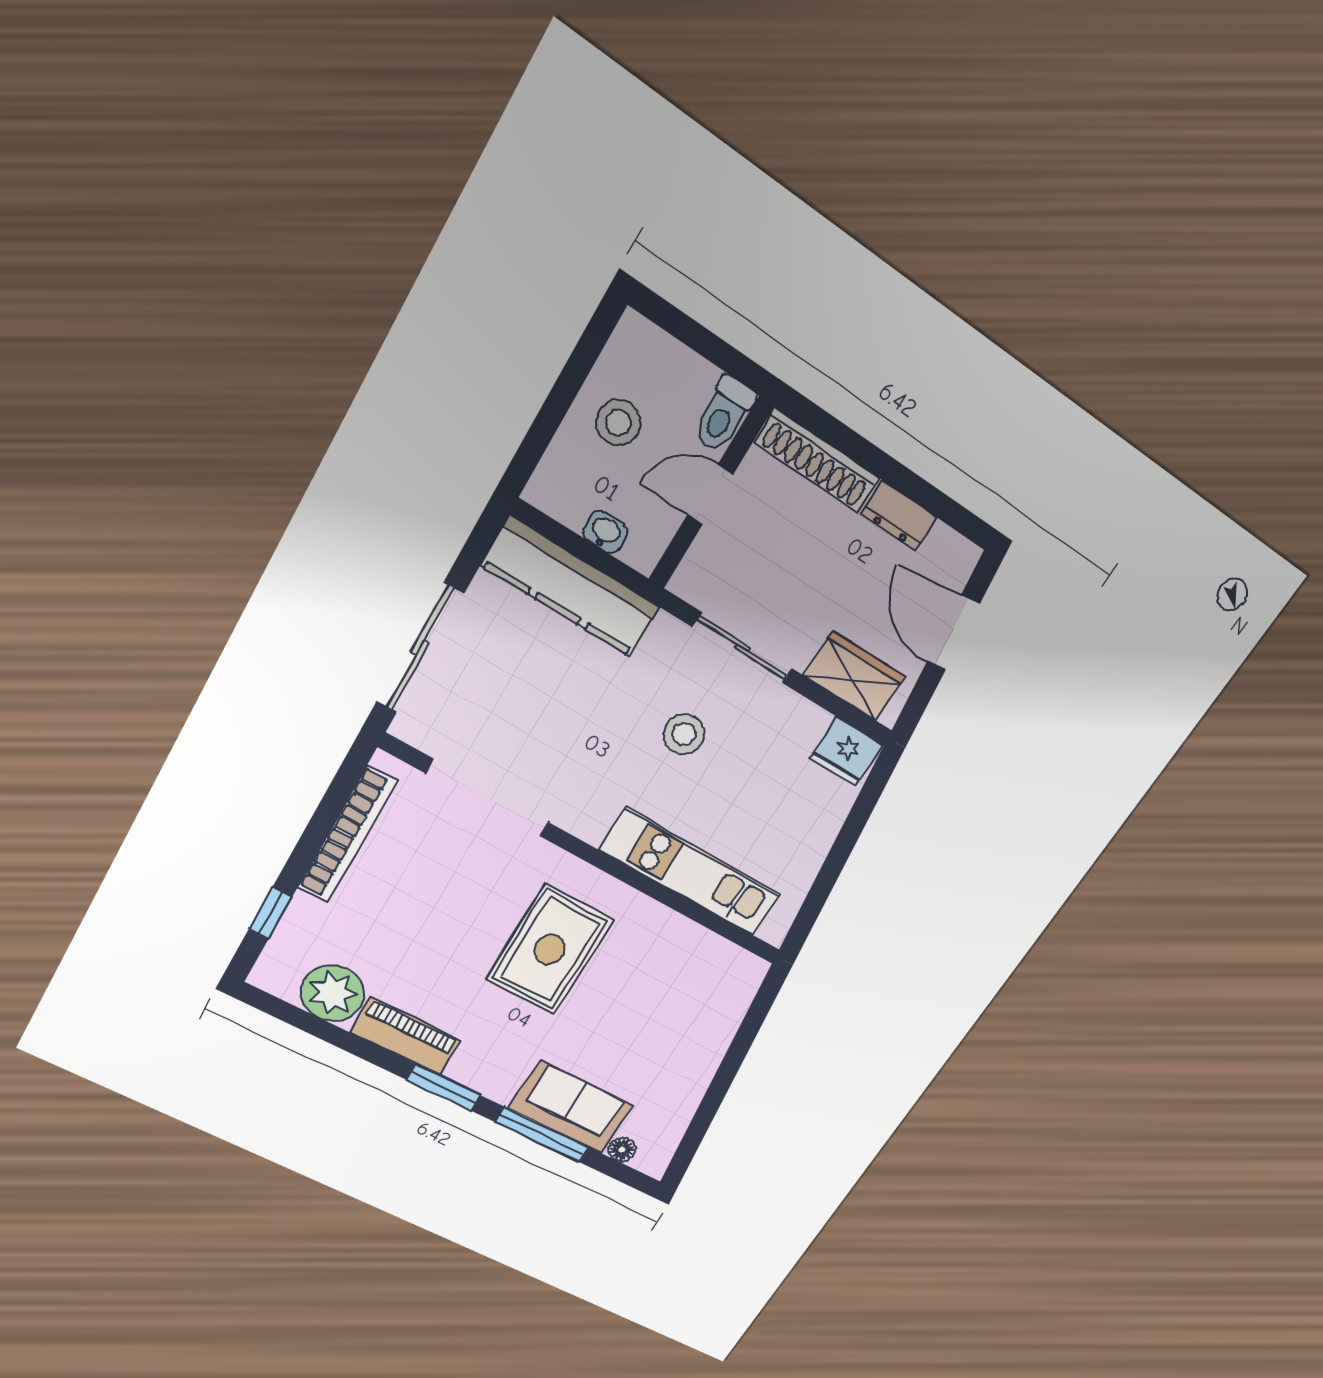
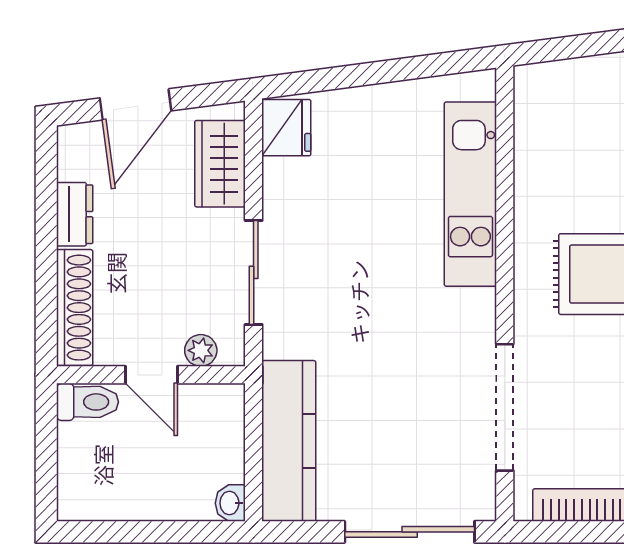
stool: (618, 423) -> (143, 478), removed
washbasin: (605, 532) -> (230, 503), moved
plant: (704, 556) -> (201, 350), added
stool: (684, 734) -> (353, 276), removed

